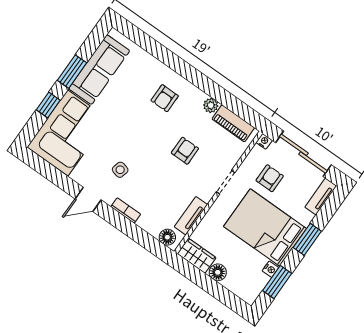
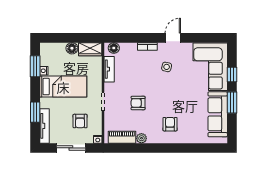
armchair: (185, 151) -> (138, 103), turned 90
sliding door: (303, 154) -> (71, 148), width x0.73
tv unit: (321, 197) -> (44, 126), width x1.41
bed: (265, 227) -> (63, 87), width x0.67
window: (307, 239) -> (35, 112), moved

